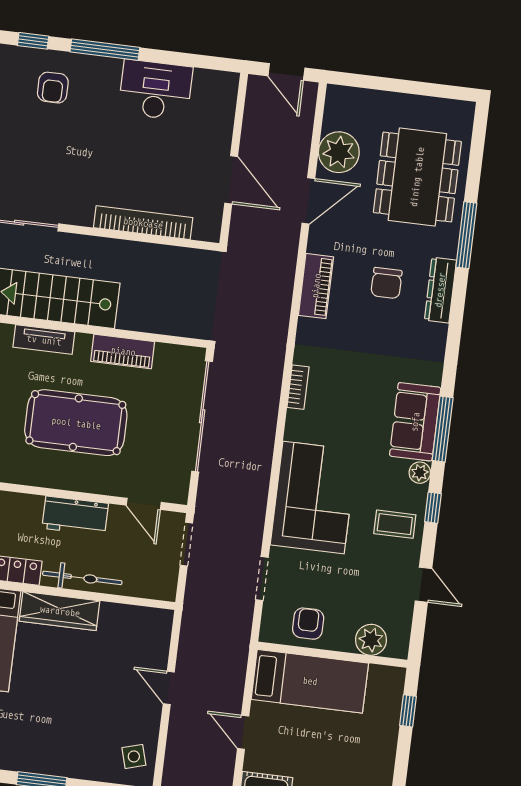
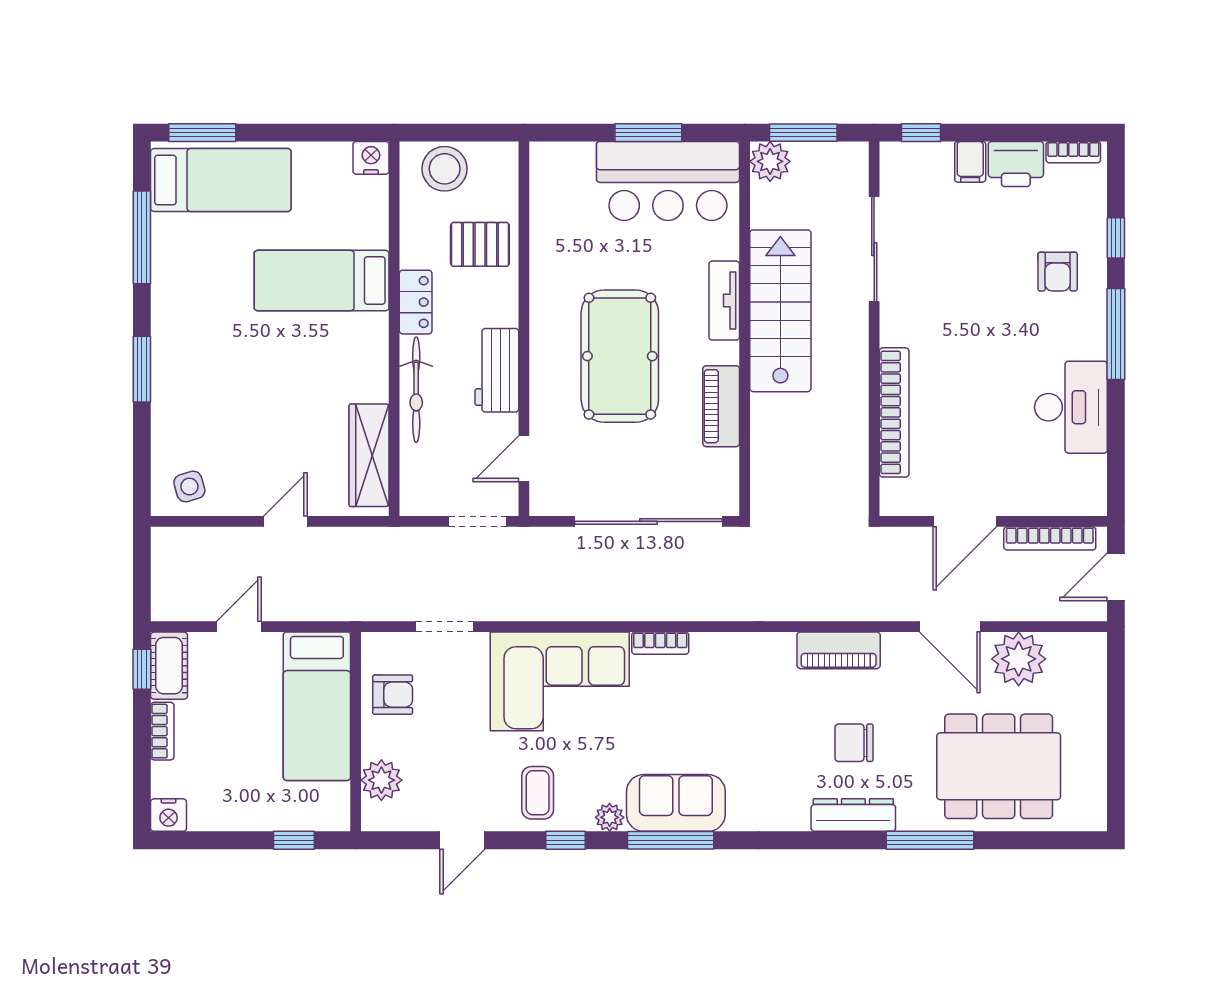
armchair: (53, 88) -> (1058, 272), turned -90
bookcase: (252, 118) -> (1050, 538), added
bookcase: (298, 387) -> (660, 643), moved
wardrobe: (60, 611) -> (369, 455), moved

